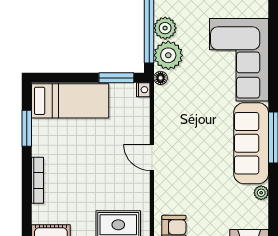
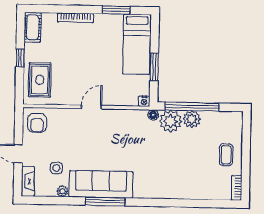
corner sofa: (239, 60) -> (166, 176), removed
window: (116, 78) -> (154, 67), moved
side table: (231, 201) -> (56, 168), added

